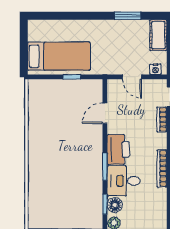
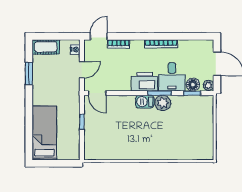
bed: (59, 56) -> (44, 133), moved
door: (105, 113) -> (97, 93), moved
barbecue: (95, 150) -> (145, 102), added
plant: (94, 170) -> (163, 103), added

